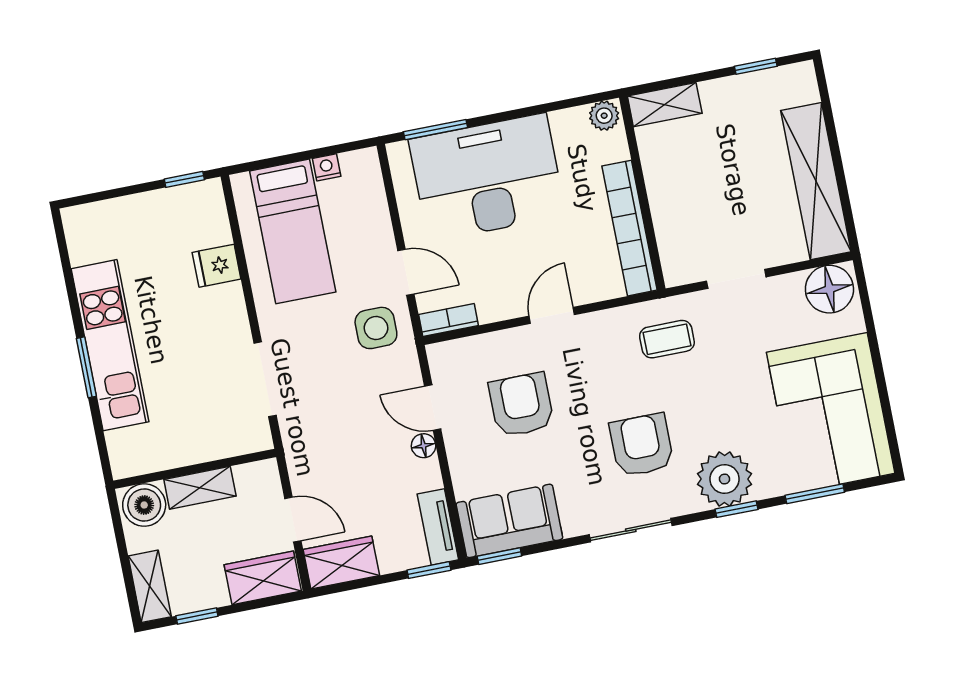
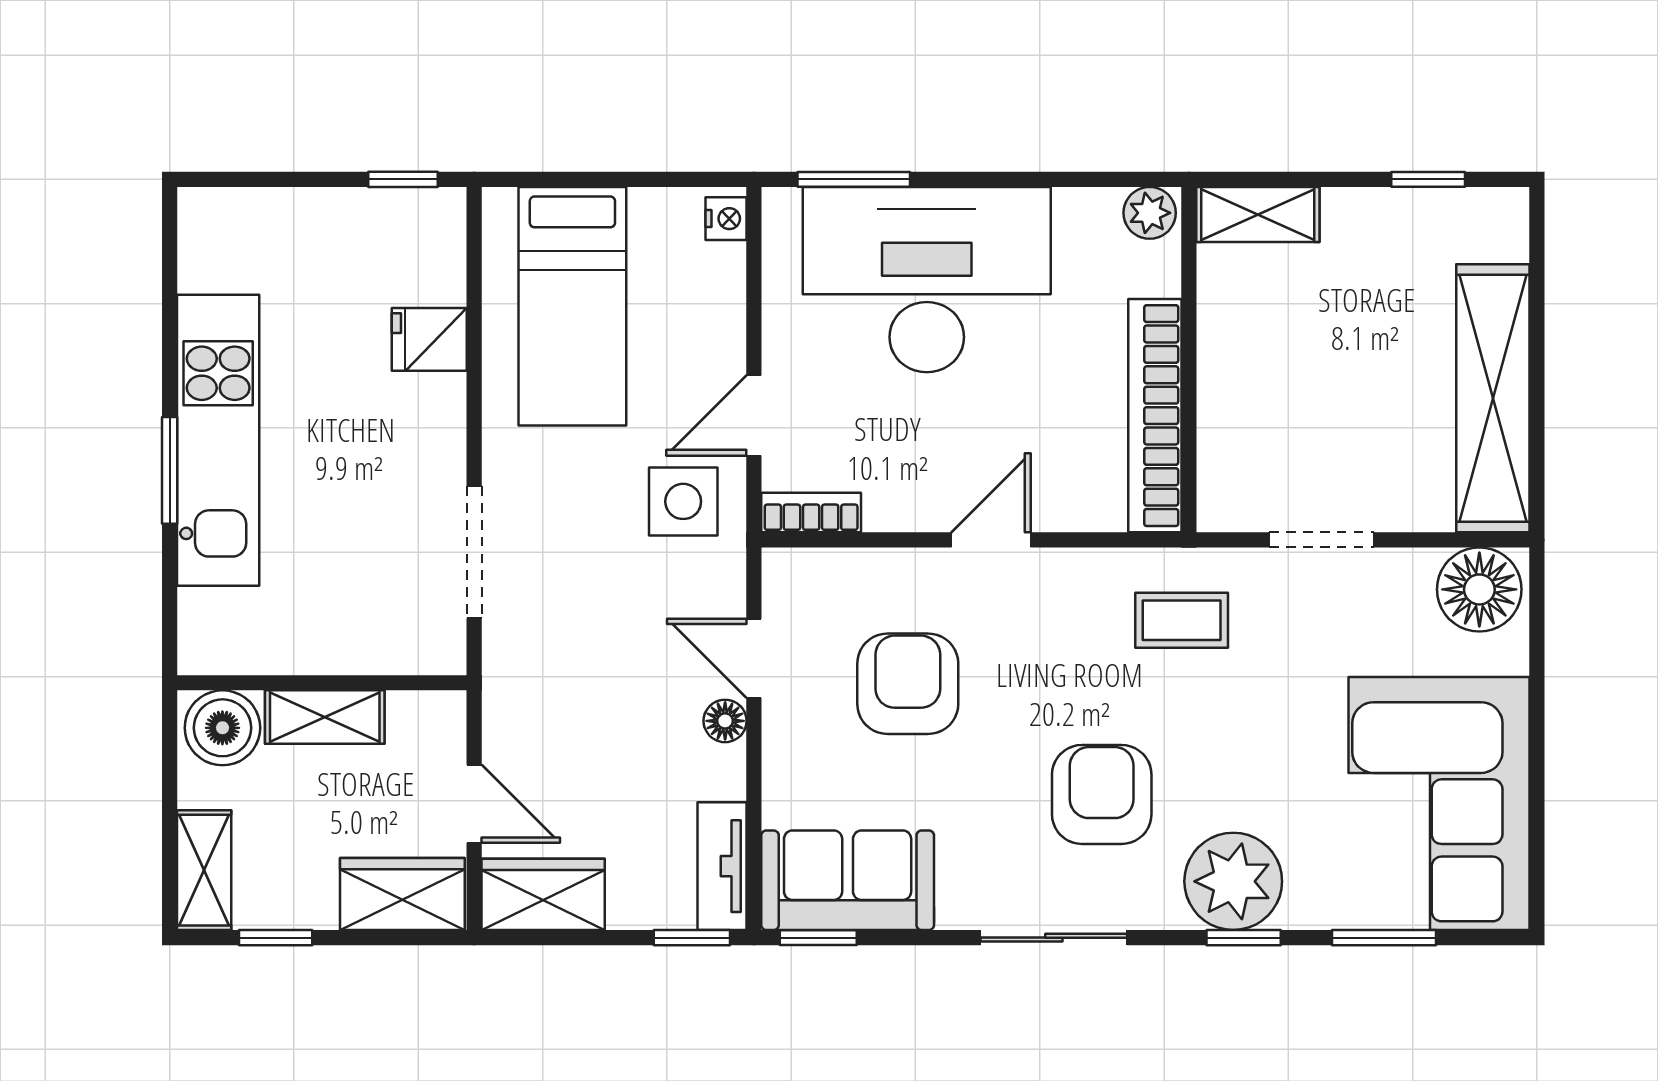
nightstand: (327, 167) -> (726, 219), moved, turned 90
door: (406, 272) -> (754, 415), swing flipped

